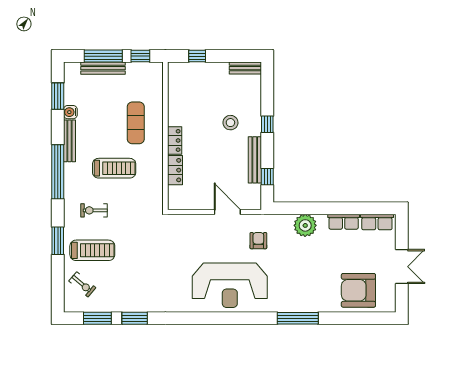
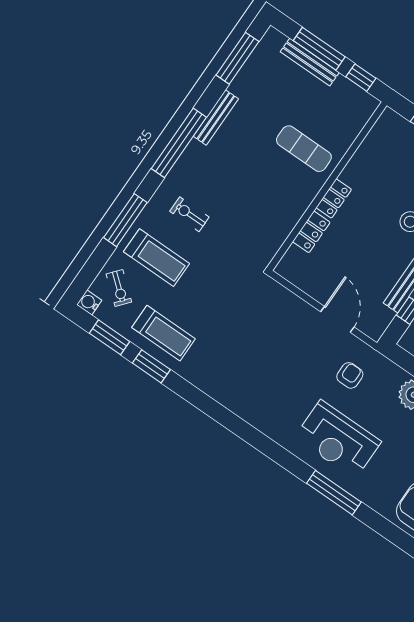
window: (58, 96) -> (237, 58), width x1.44
water cooler: (70, 112) -> (89, 302), moved
exercise mat: (136, 123) -> (304, 149), turned 90
treadmill: (114, 168) -> (163, 333), moved
window: (58, 241) -> (125, 220), width x1.44
reception desk: (230, 285) -> (338, 439), moved, width x0.74, depth x0.77

